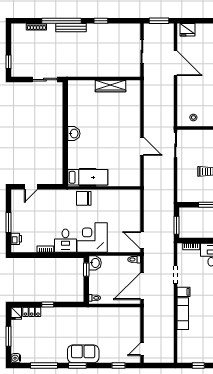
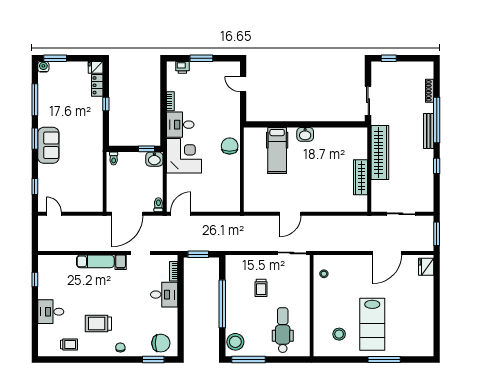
wardrobe: (89, 69) -> (380, 152), added
hospital bed: (88, 177) -> (277, 151), moved
door: (142, 286) -> (127, 214), swing flipped
window: (8, 336) -> (55, 58), moved

